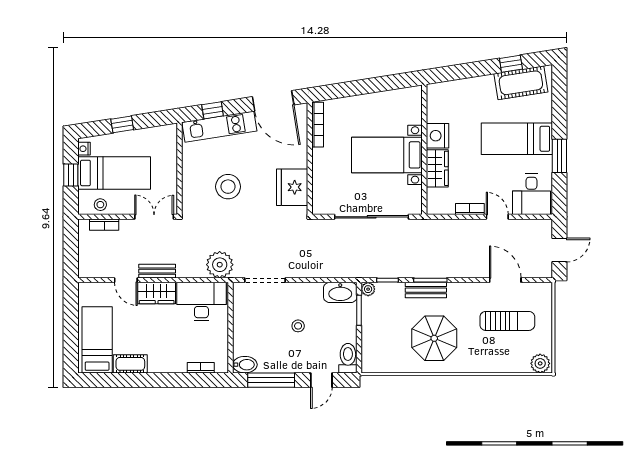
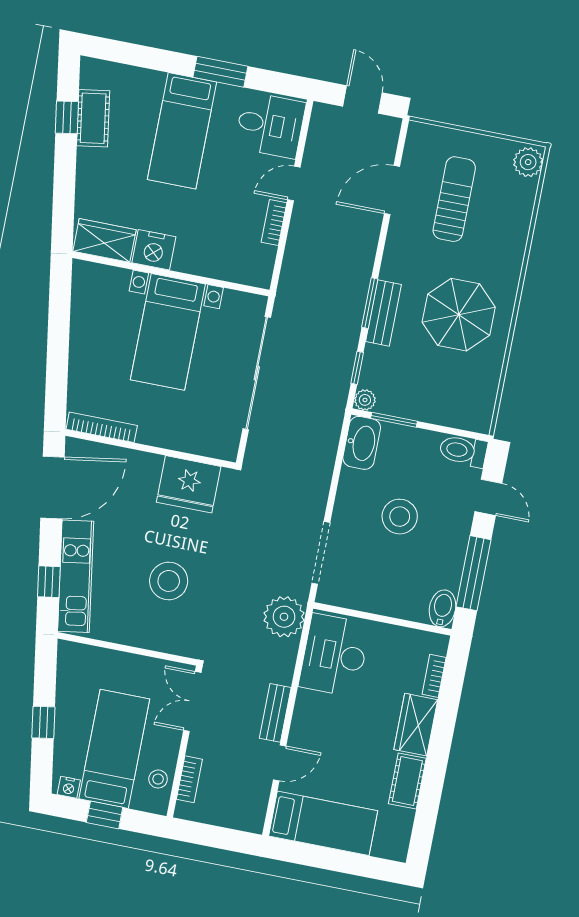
cot: (521, 83) -> (93, 118), width x0.73, depth x0.75
wardrobe: (437, 168) -> (105, 240), moved
wardrobe: (157, 293) -> (416, 725), moved, turned 180
stool: (298, 326) -> (400, 517), width x1.89, depth x1.89
bed: (97, 340) -> (323, 823), moved, turned 180

